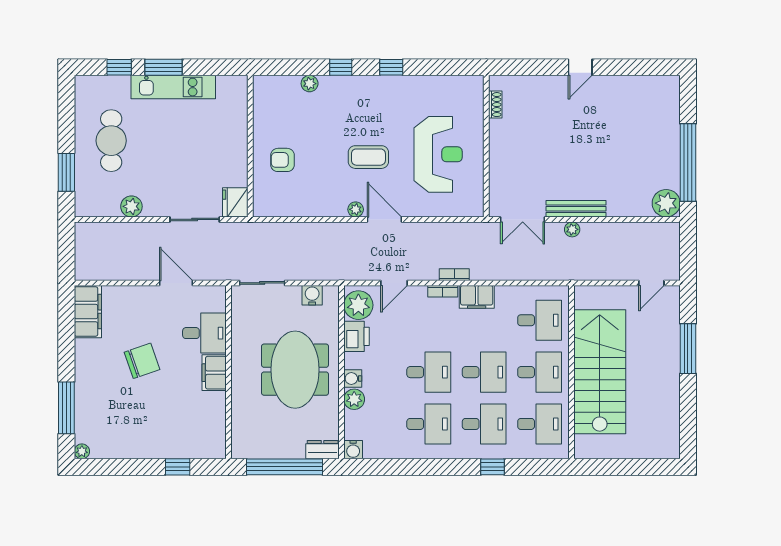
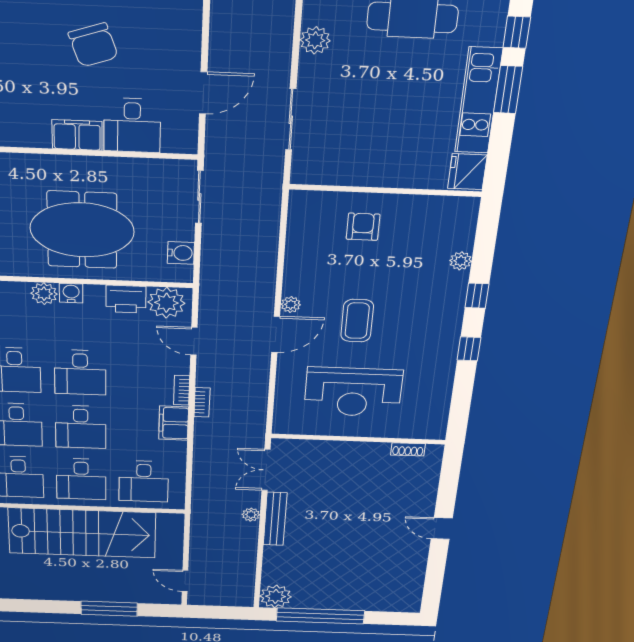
fridge: (235, 202) -> (467, 172), moved, turned -90

